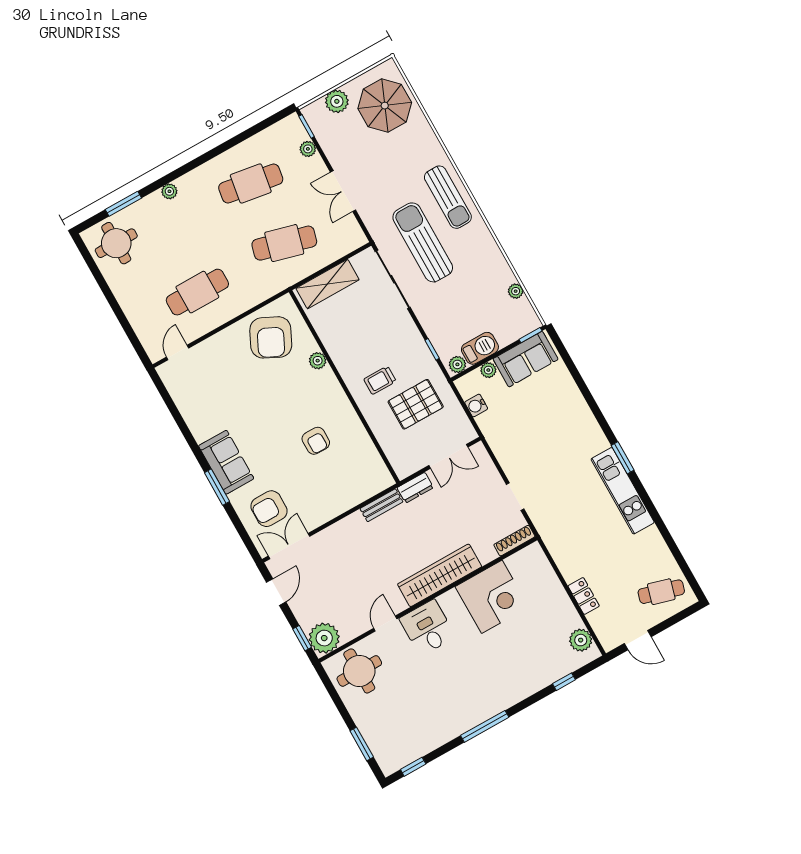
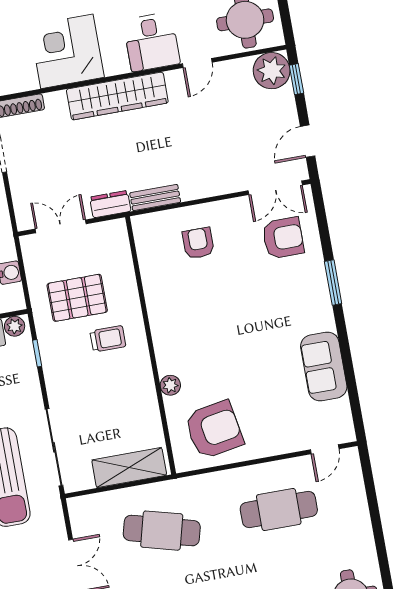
armchair: (271, 337) -> (214, 430), turned 54
armchair: (316, 441) -> (198, 243), moved
sofa: (226, 462) -> (324, 366), moved

